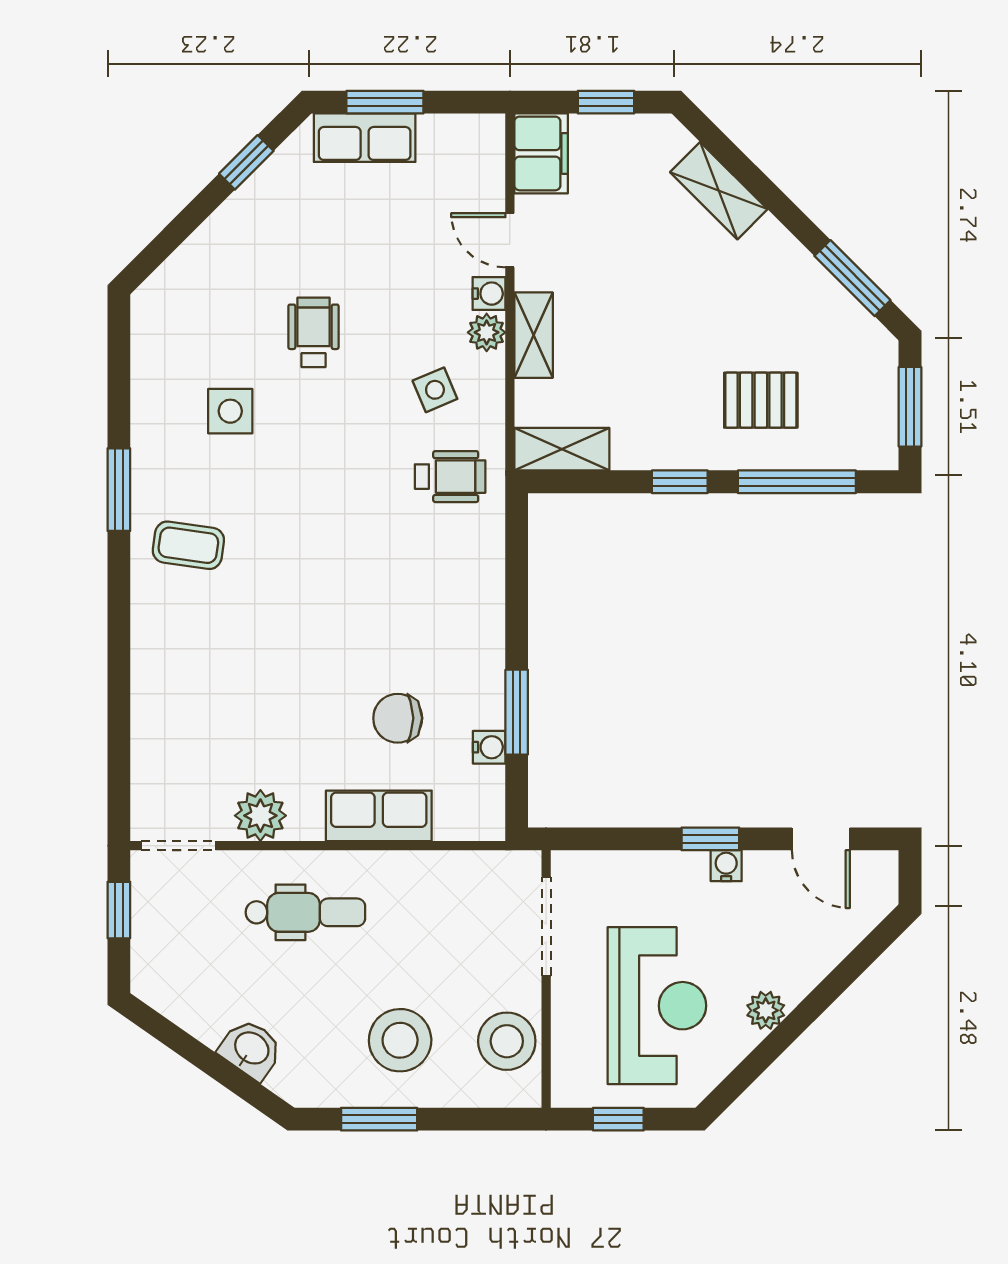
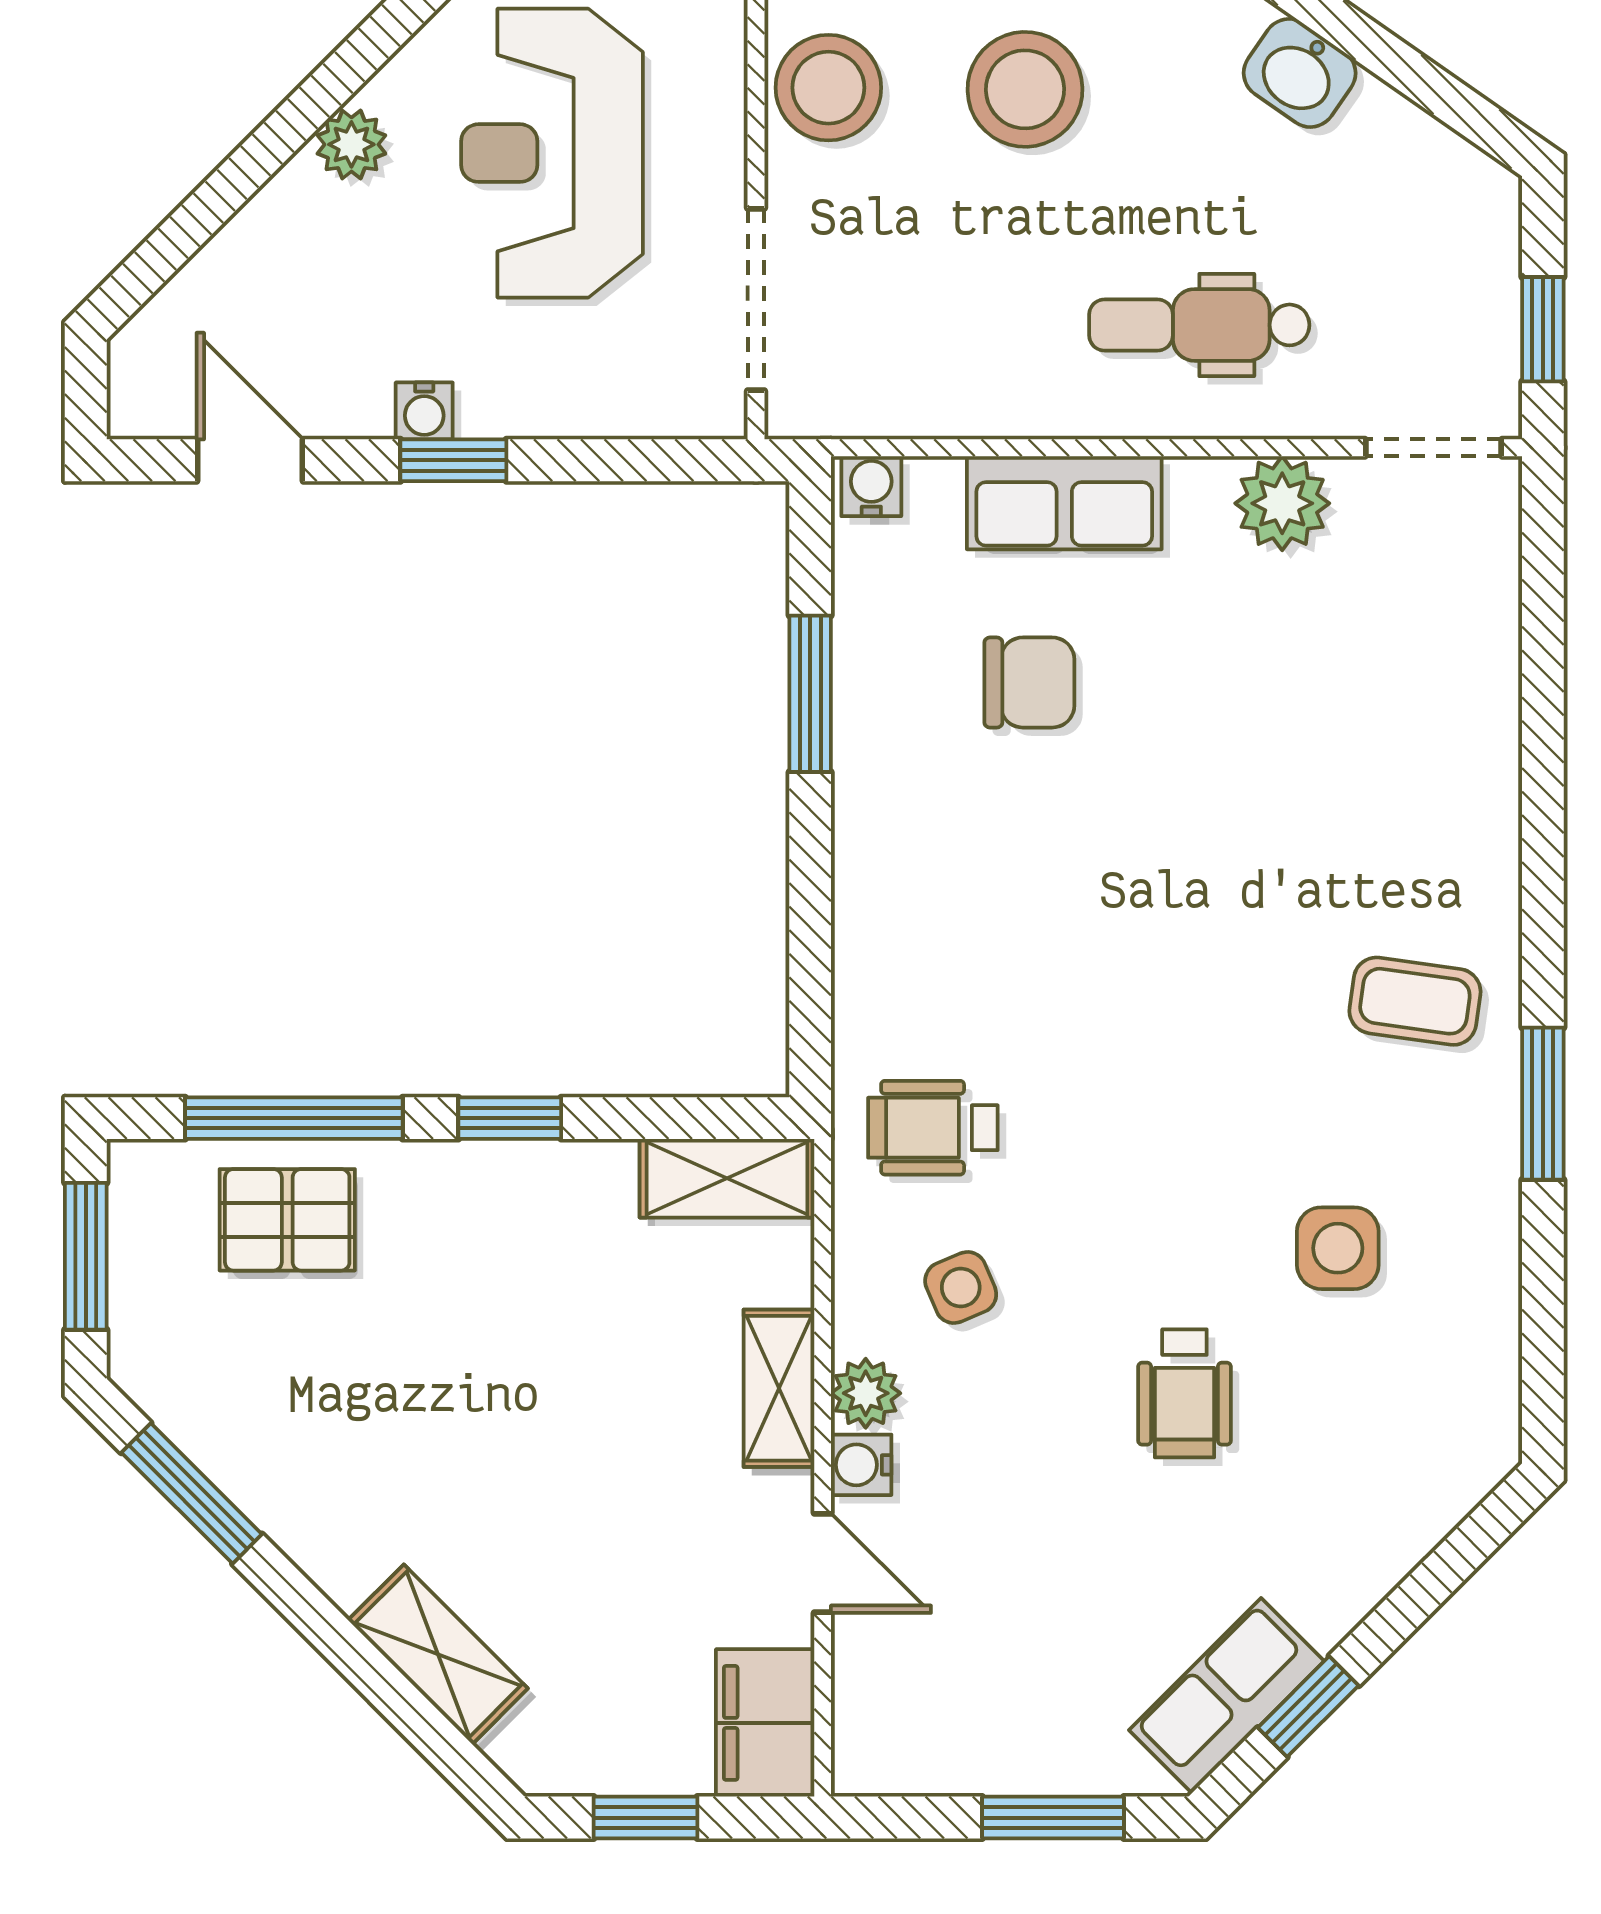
row of seats: (365, 138) -> (1227, 1696), moved, turned -45
pallet: (761, 400) -> (287, 1220), moved
water cooler: (489, 747) -> (871, 486), moved, turned 90

